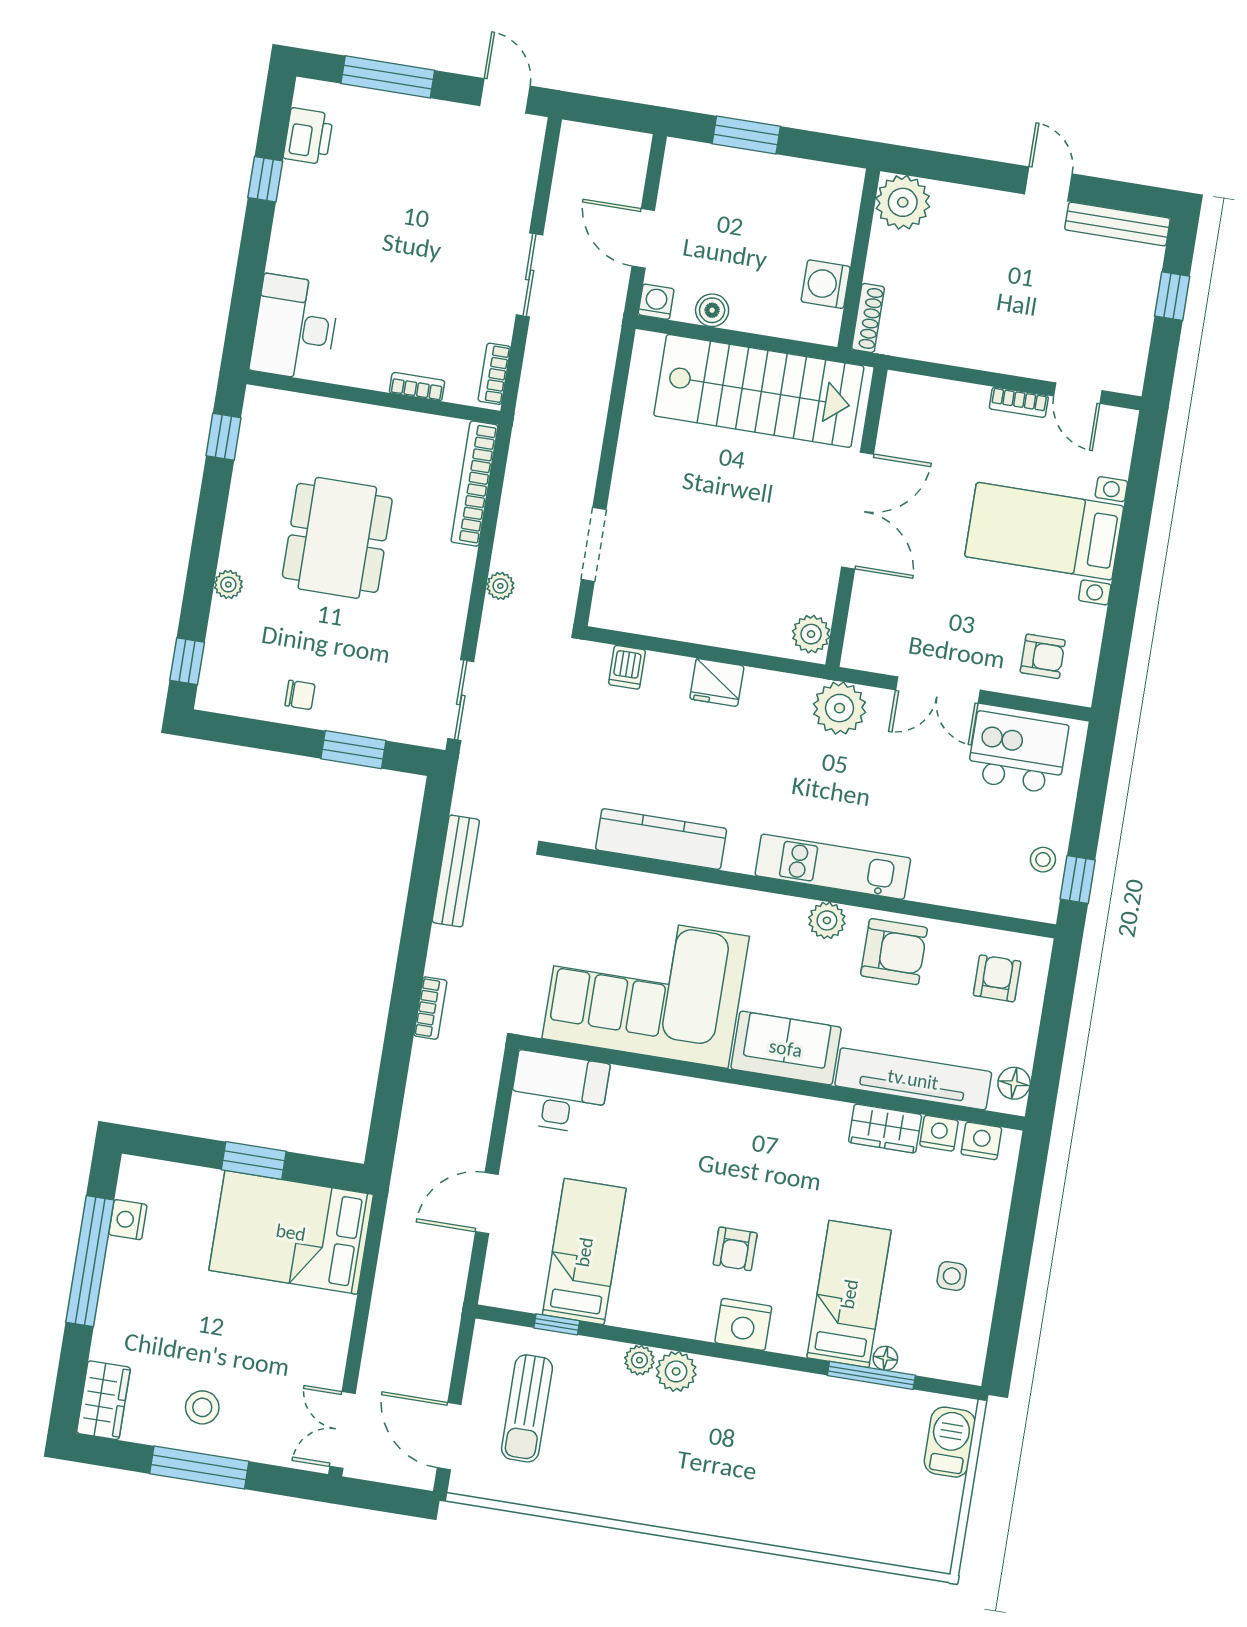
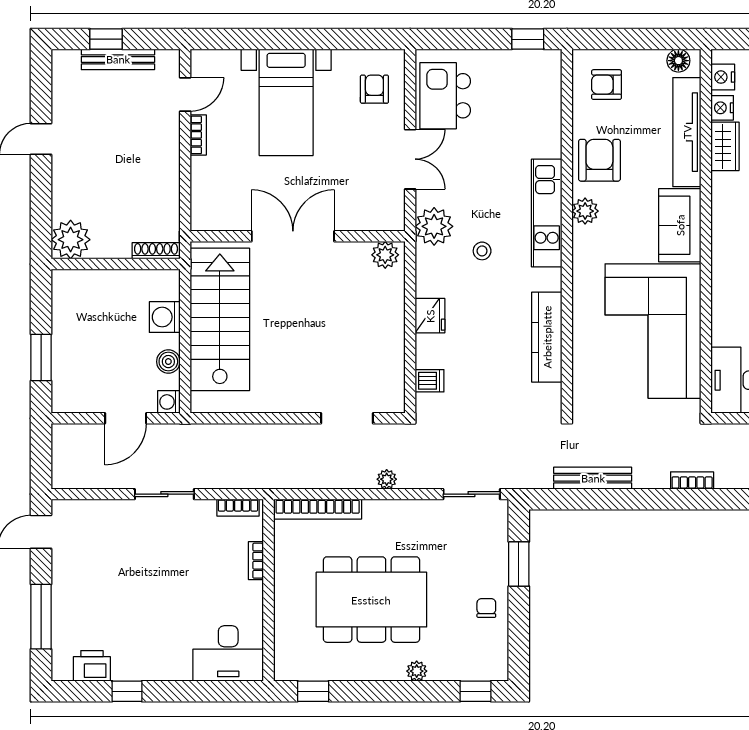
bench: (1117, 224) -> (118, 59), moved, turned 90
washing machine: (826, 284) -> (165, 317), moved, turned 90
dining table: (337, 538) -> (371, 600), width x1.36, depth x1.24
stool: (1043, 860) -> (482, 251), moved

